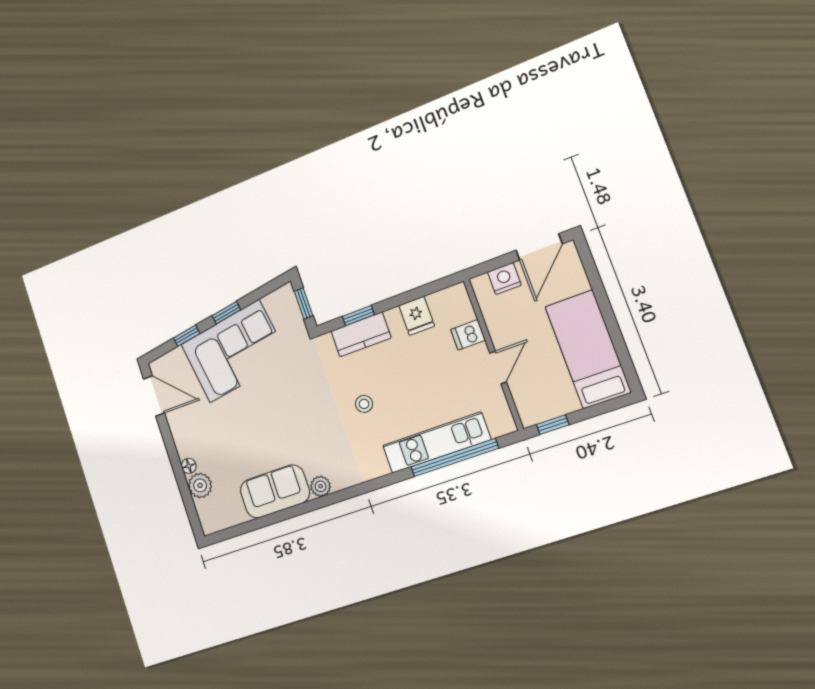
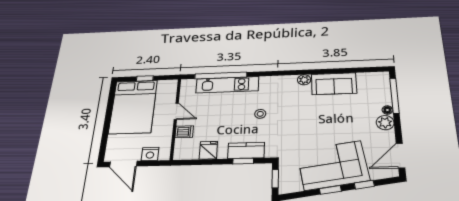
door: (539, 247) -> (123, 164), swing flipped
bed: (588, 349) -> (133, 107), width x1.50
door: (498, 367) -> (176, 111), swing flipped
door: (154, 396) -> (400, 156), hinge flipped
window: (553, 425) -> (145, 78), moved
plant: (200, 485) -> (385, 123), moved
window: (186, 494) -> (394, 96), added

